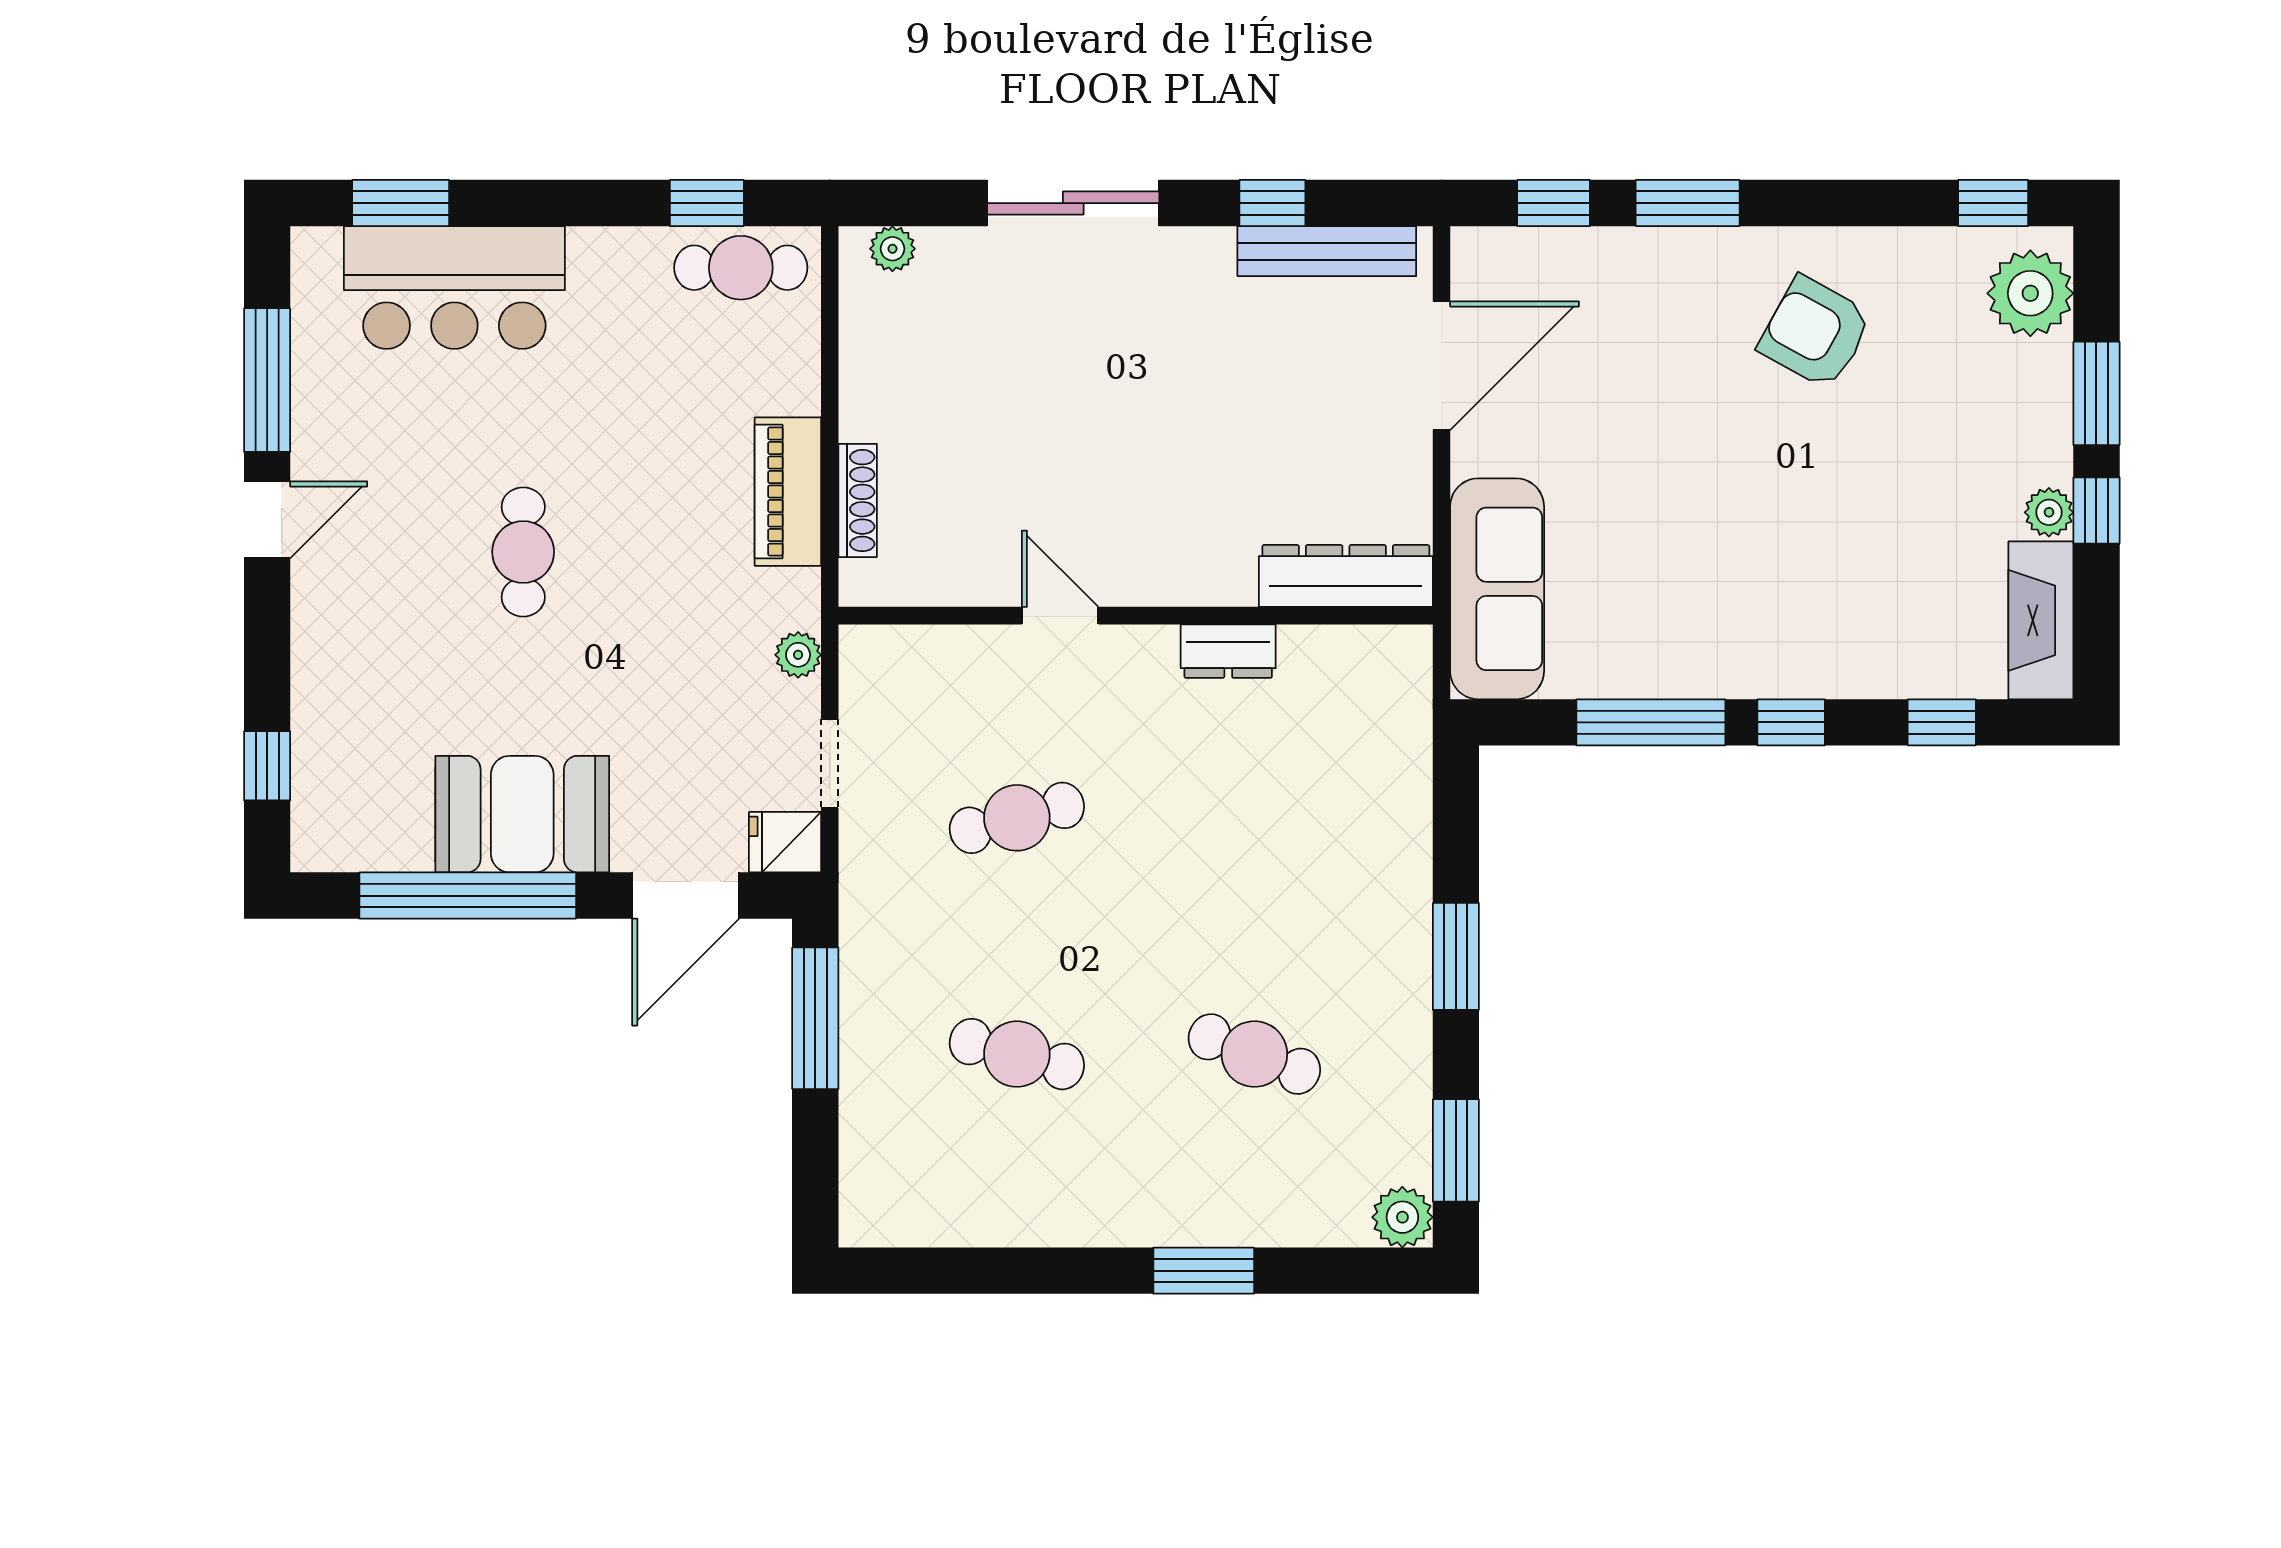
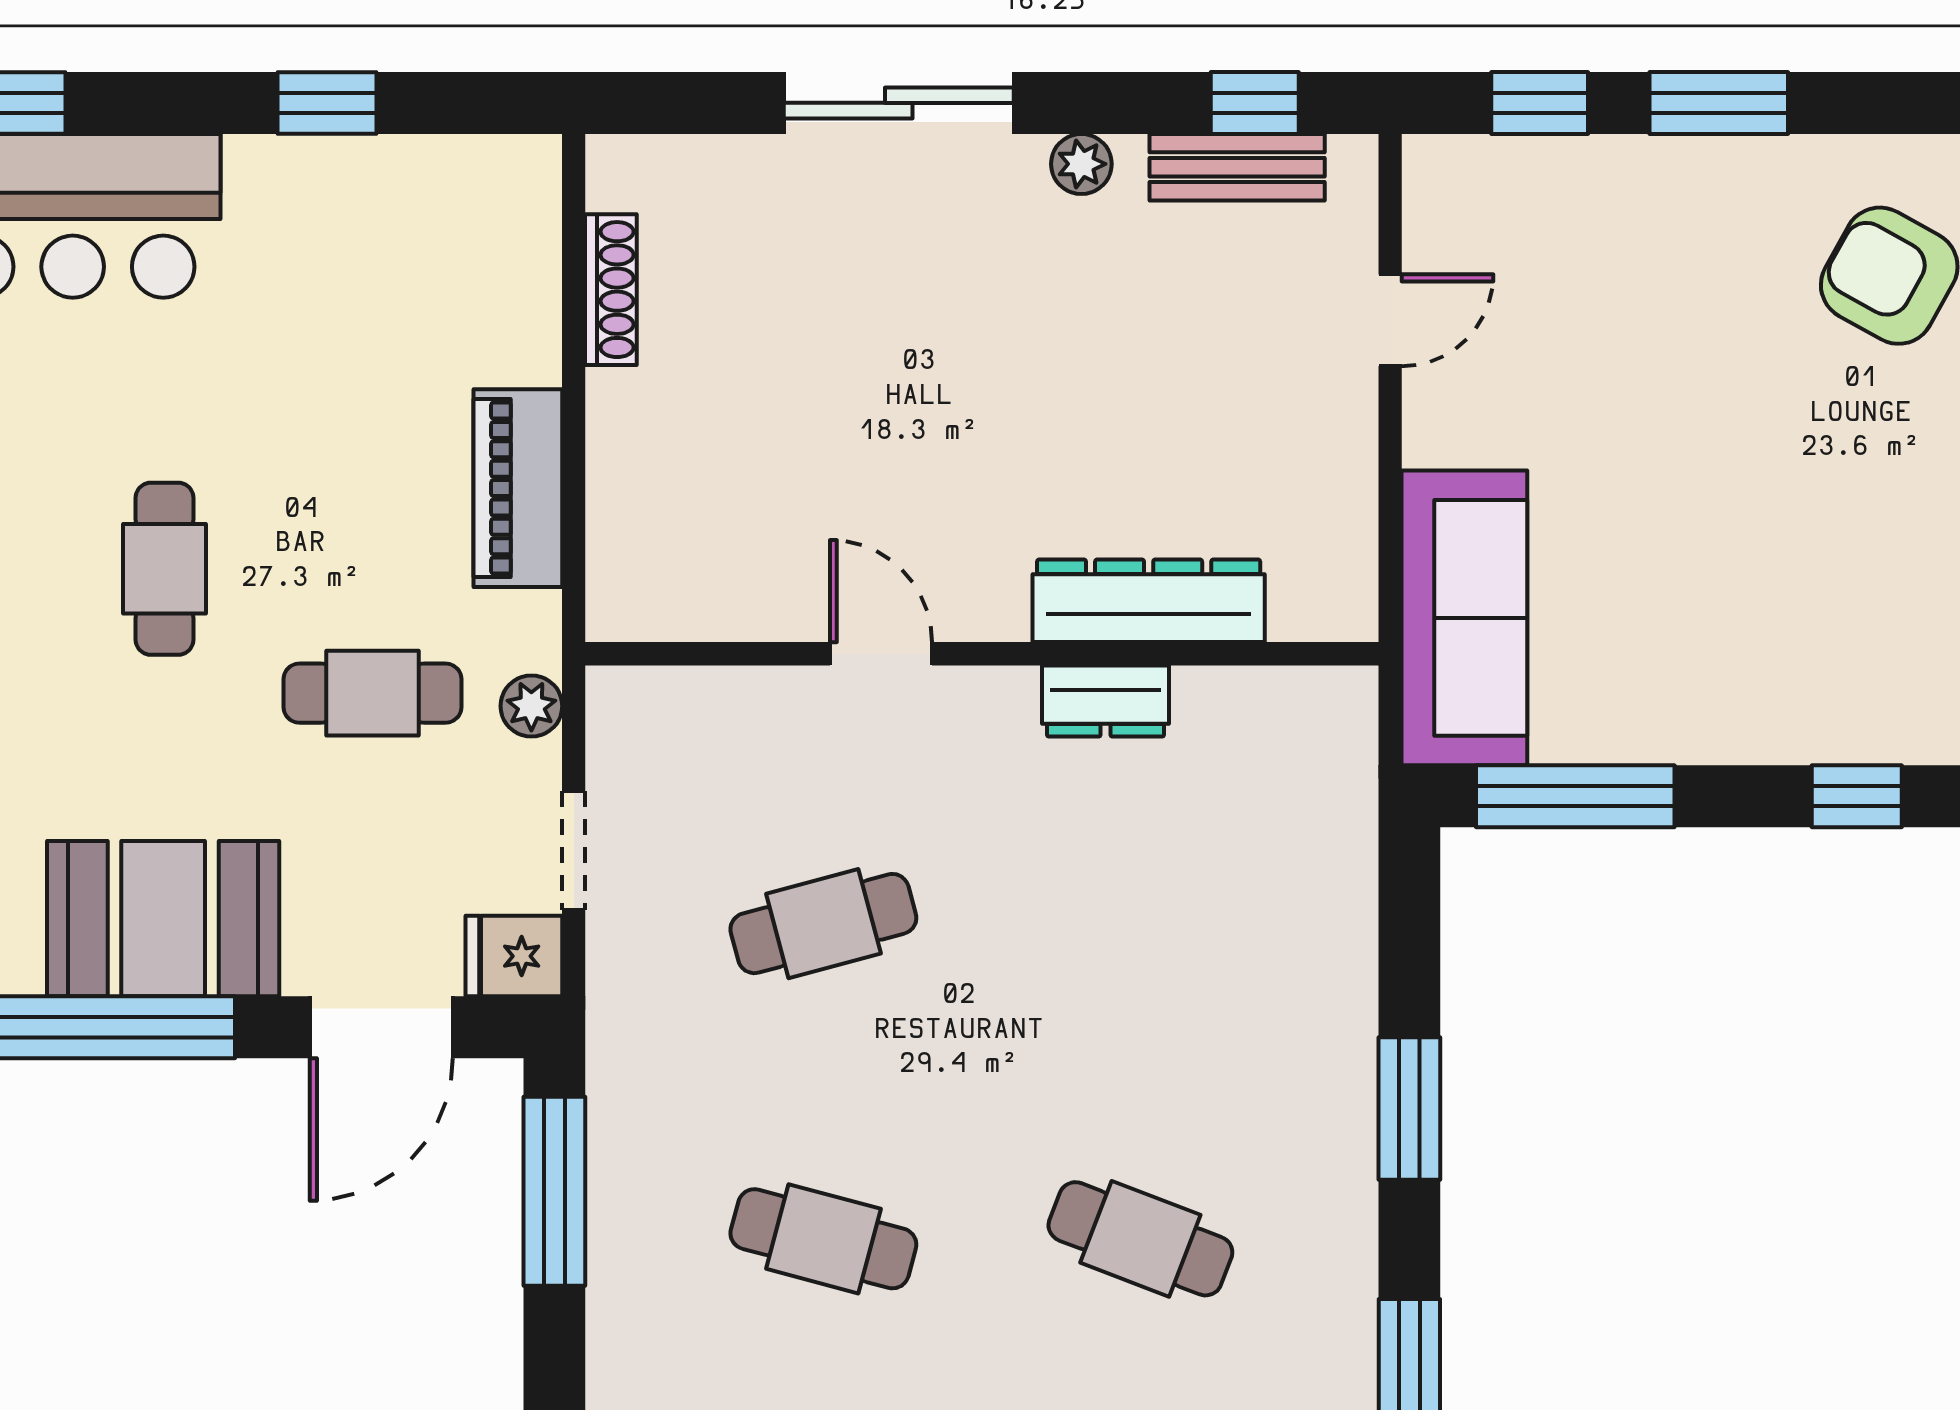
window: (707, 203) -> (327, 103), moved
window: (1272, 203) -> (1255, 103), moved
plant: (892, 249) -> (1081, 164), moved
bench: (1327, 251) -> (1237, 167), width x0.73
cafe table: (741, 268) -> (372, 693), moved
door: (1441, 366) -> (1390, 320), width x0.53
shoe rack: (858, 501) -> (611, 290), moved
dresser: (1346, 576) -> (1149, 601), moved
window: (1651, 722) -> (1575, 796), moved

